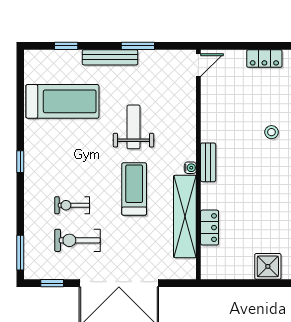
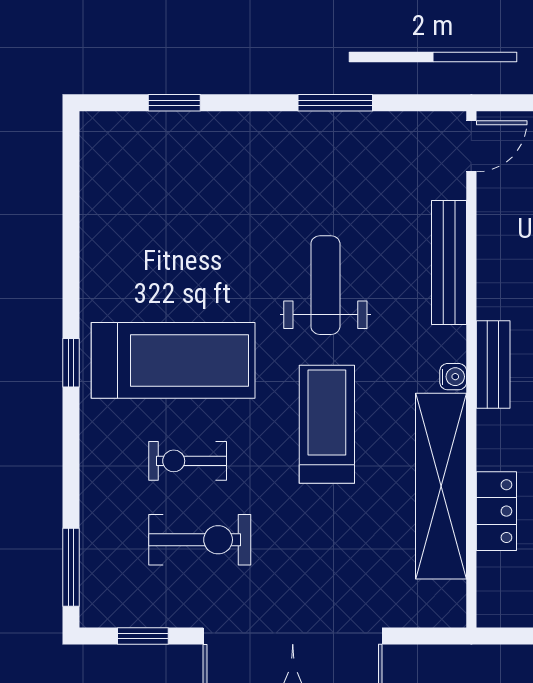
bench: (110, 57) -> (449, 263), moved, turned 90
treadmill: (62, 101) -> (173, 360), moved
exercise bike: (78, 240) -> (200, 540), turned 180

